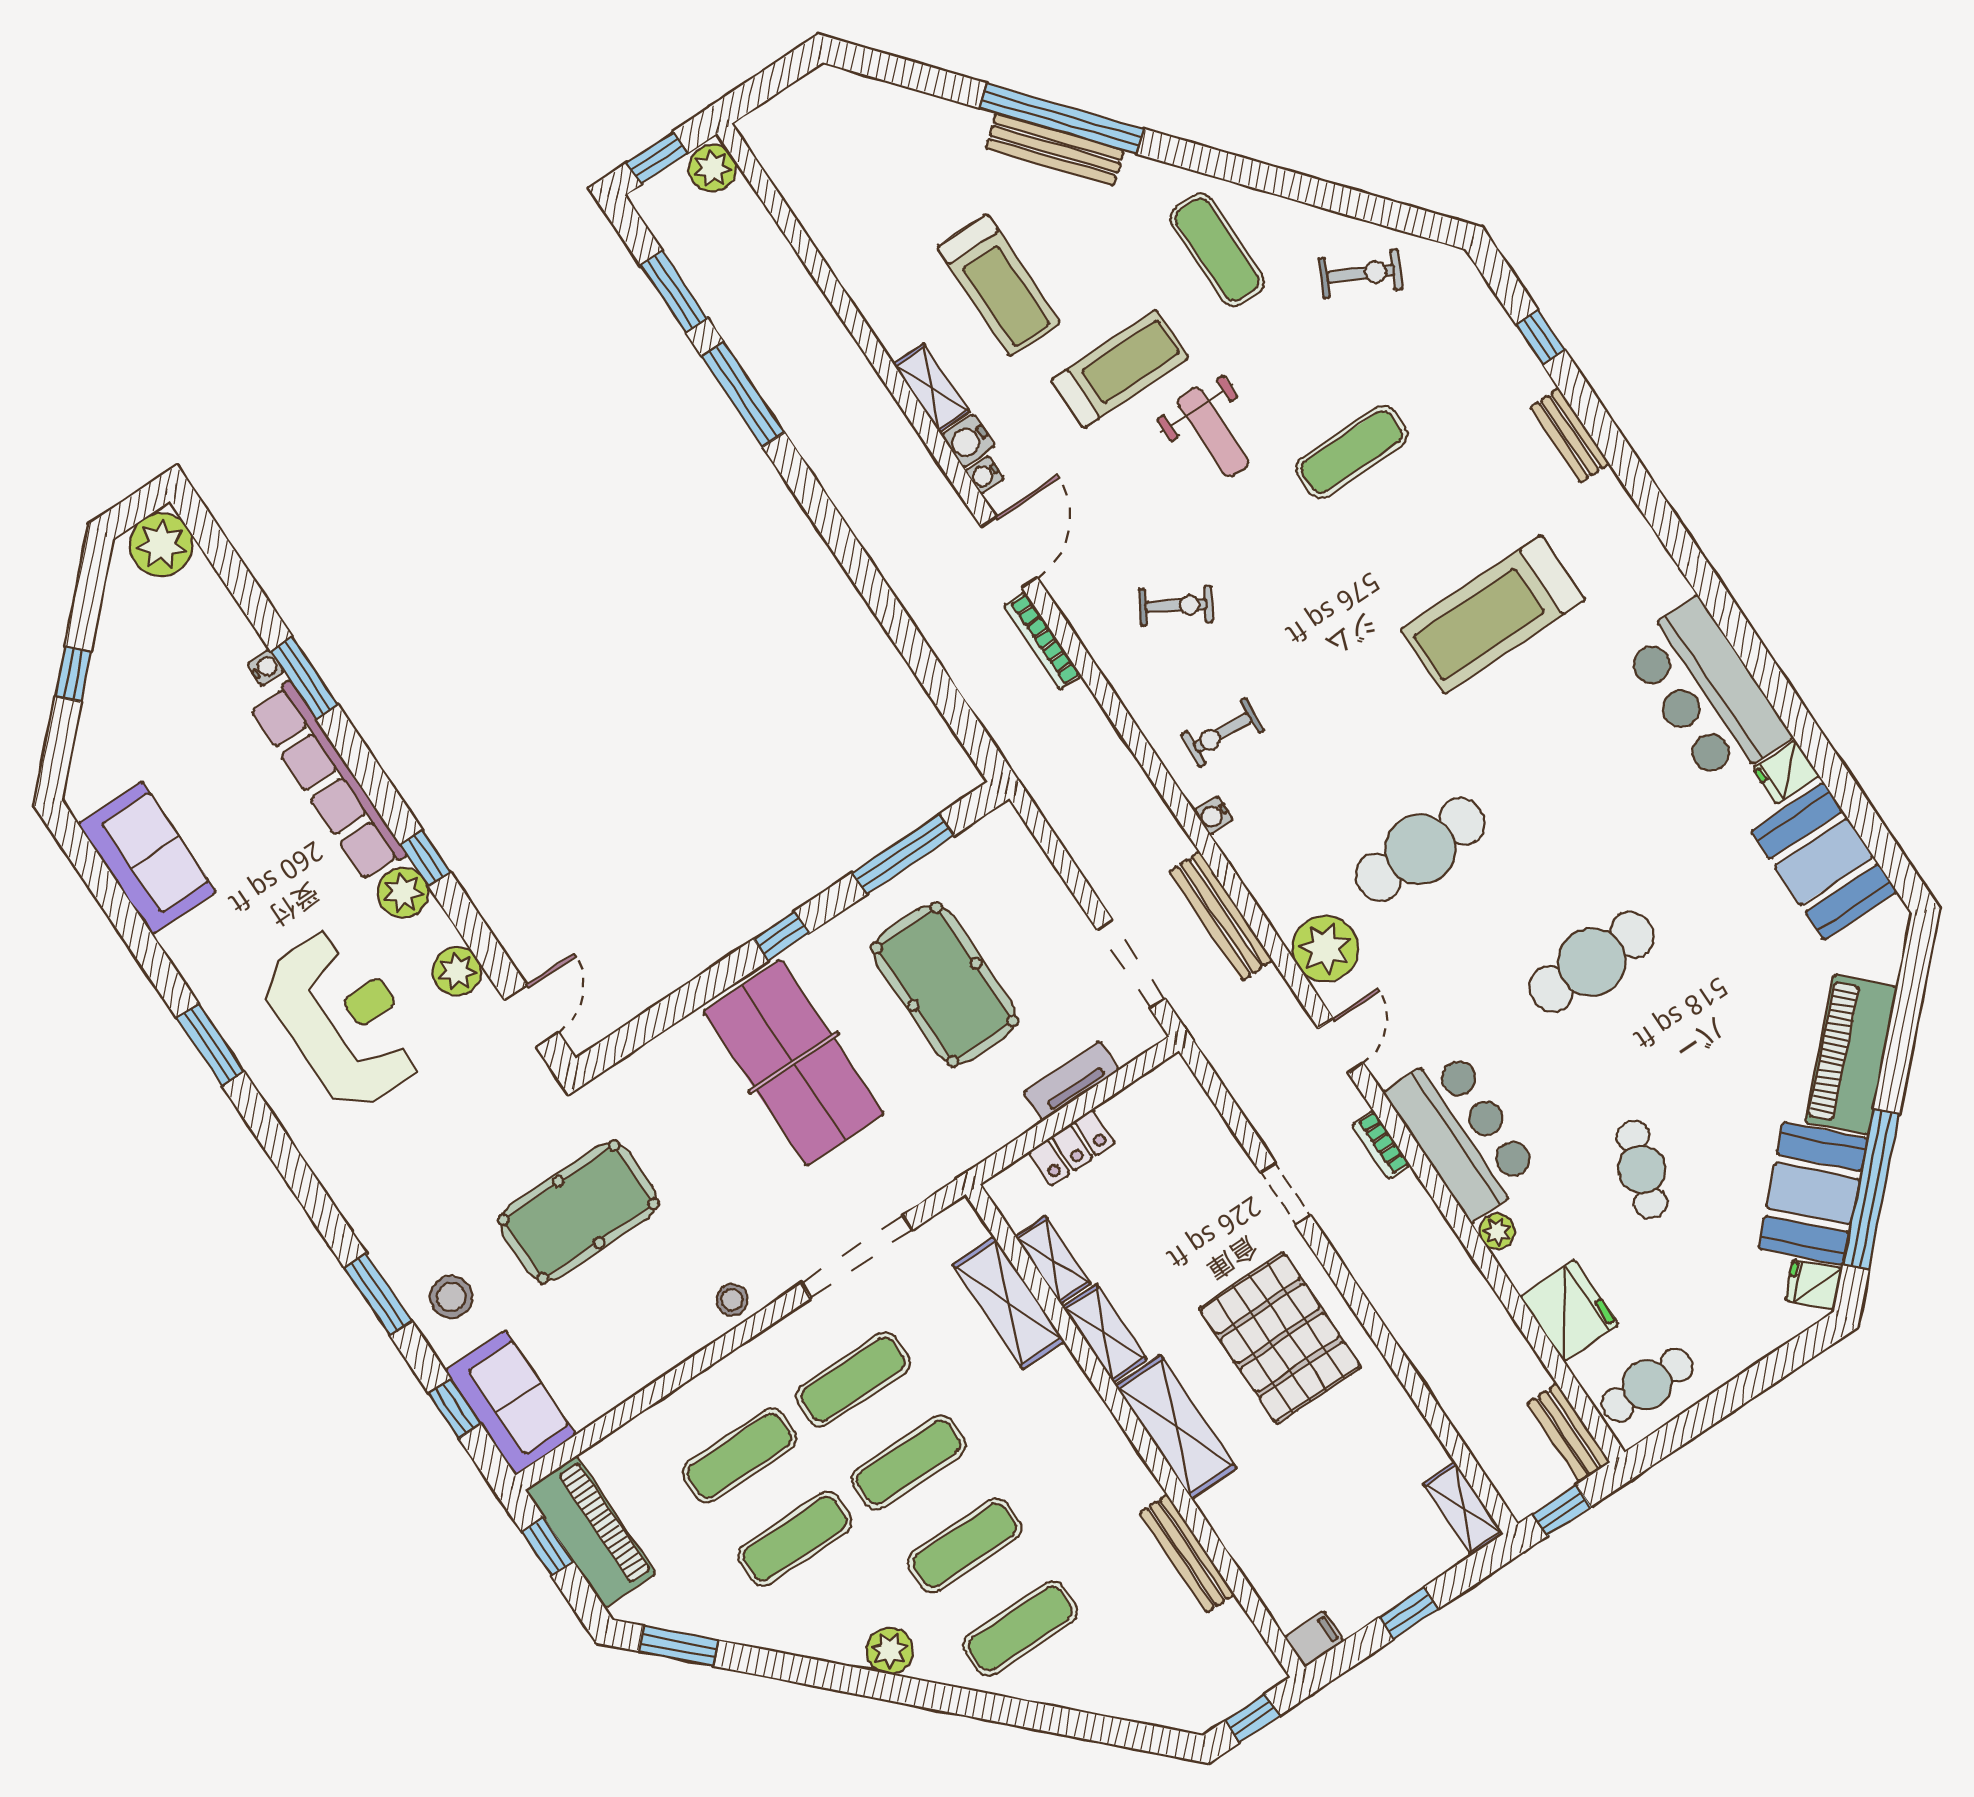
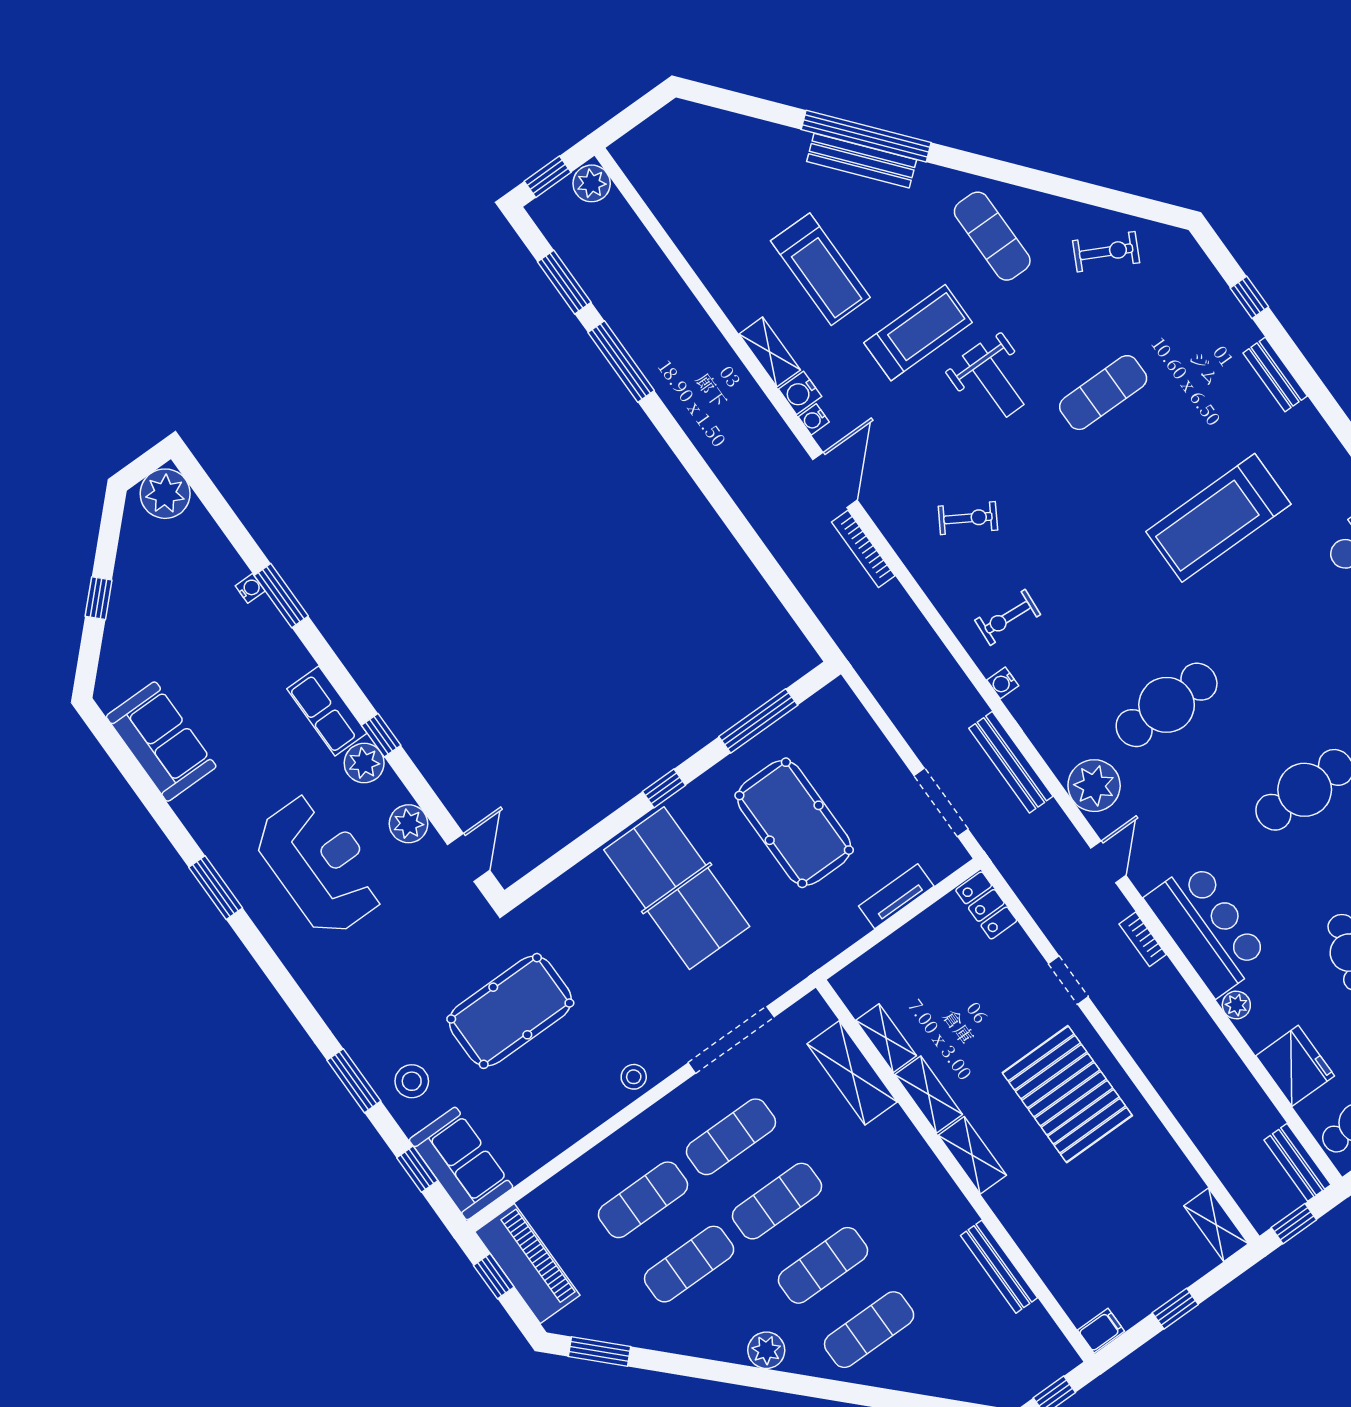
row of seats: (328, 781) -> (327, 711), width x0.50
locker: (1072, 1148) -> (986, 905), moved, turned 90
shelving: (1176, 1427) -> (972, 1155), width x0.67, depth x0.75

